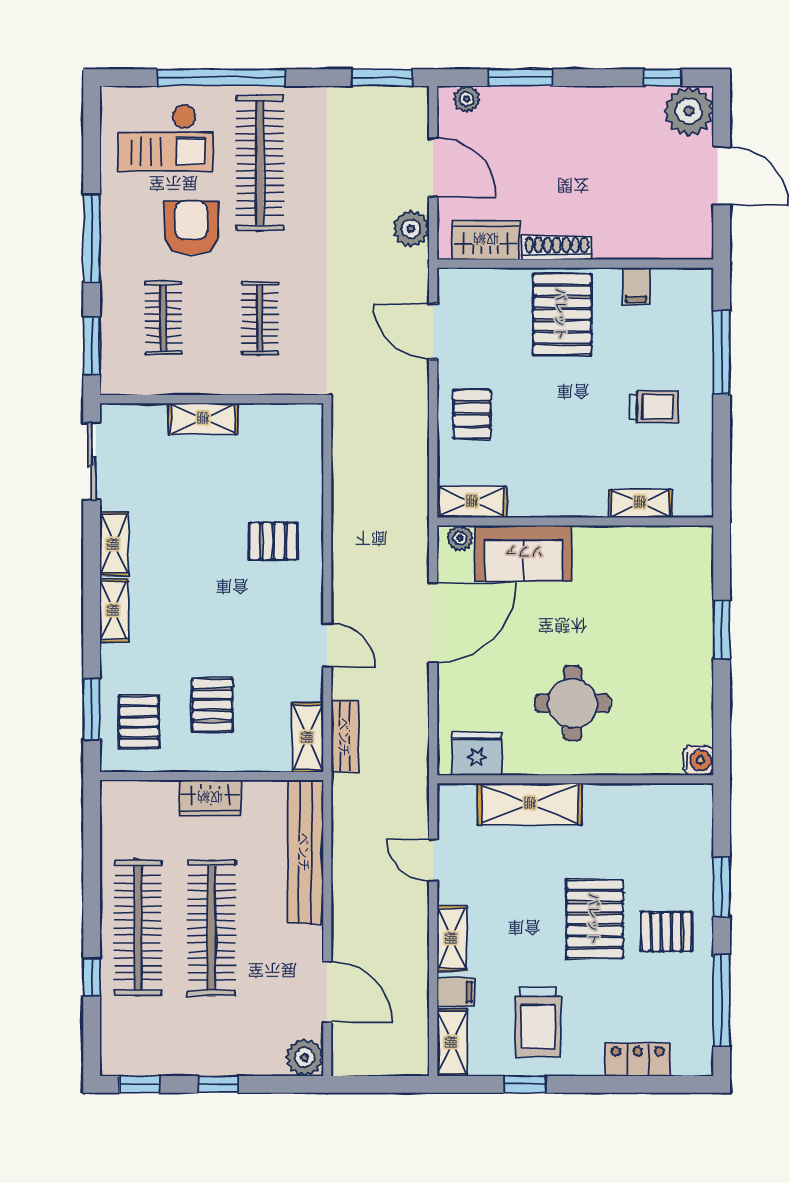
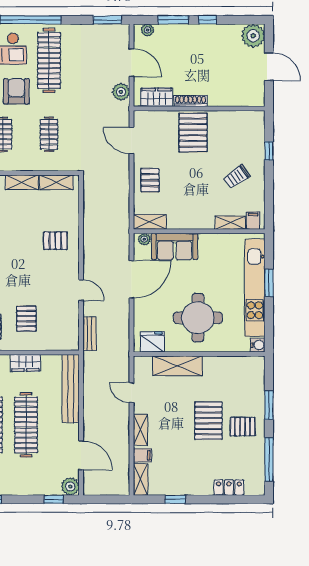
window: (662, 78) -> (208, 20), moved
filing cabinet: (636, 286) -> (253, 221), moved, turned 180
window: (722, 353) -> (269, 151), width x0.46
trolley: (654, 407) -> (237, 177), turned 145
kitchen unit: (692, 640) -> (255, 288), added
round table: (573, 703) -> (198, 318), width x1.36, depth x1.36
shelving: (308, 737) -> (56, 182), moved, turned 90
trolley: (538, 1022) -> (181, 470), removed
window: (218, 1084) -> (54, 499), moved

